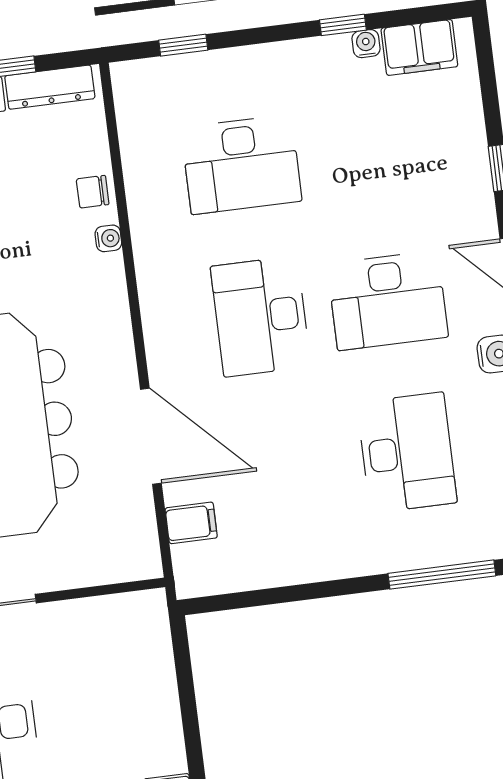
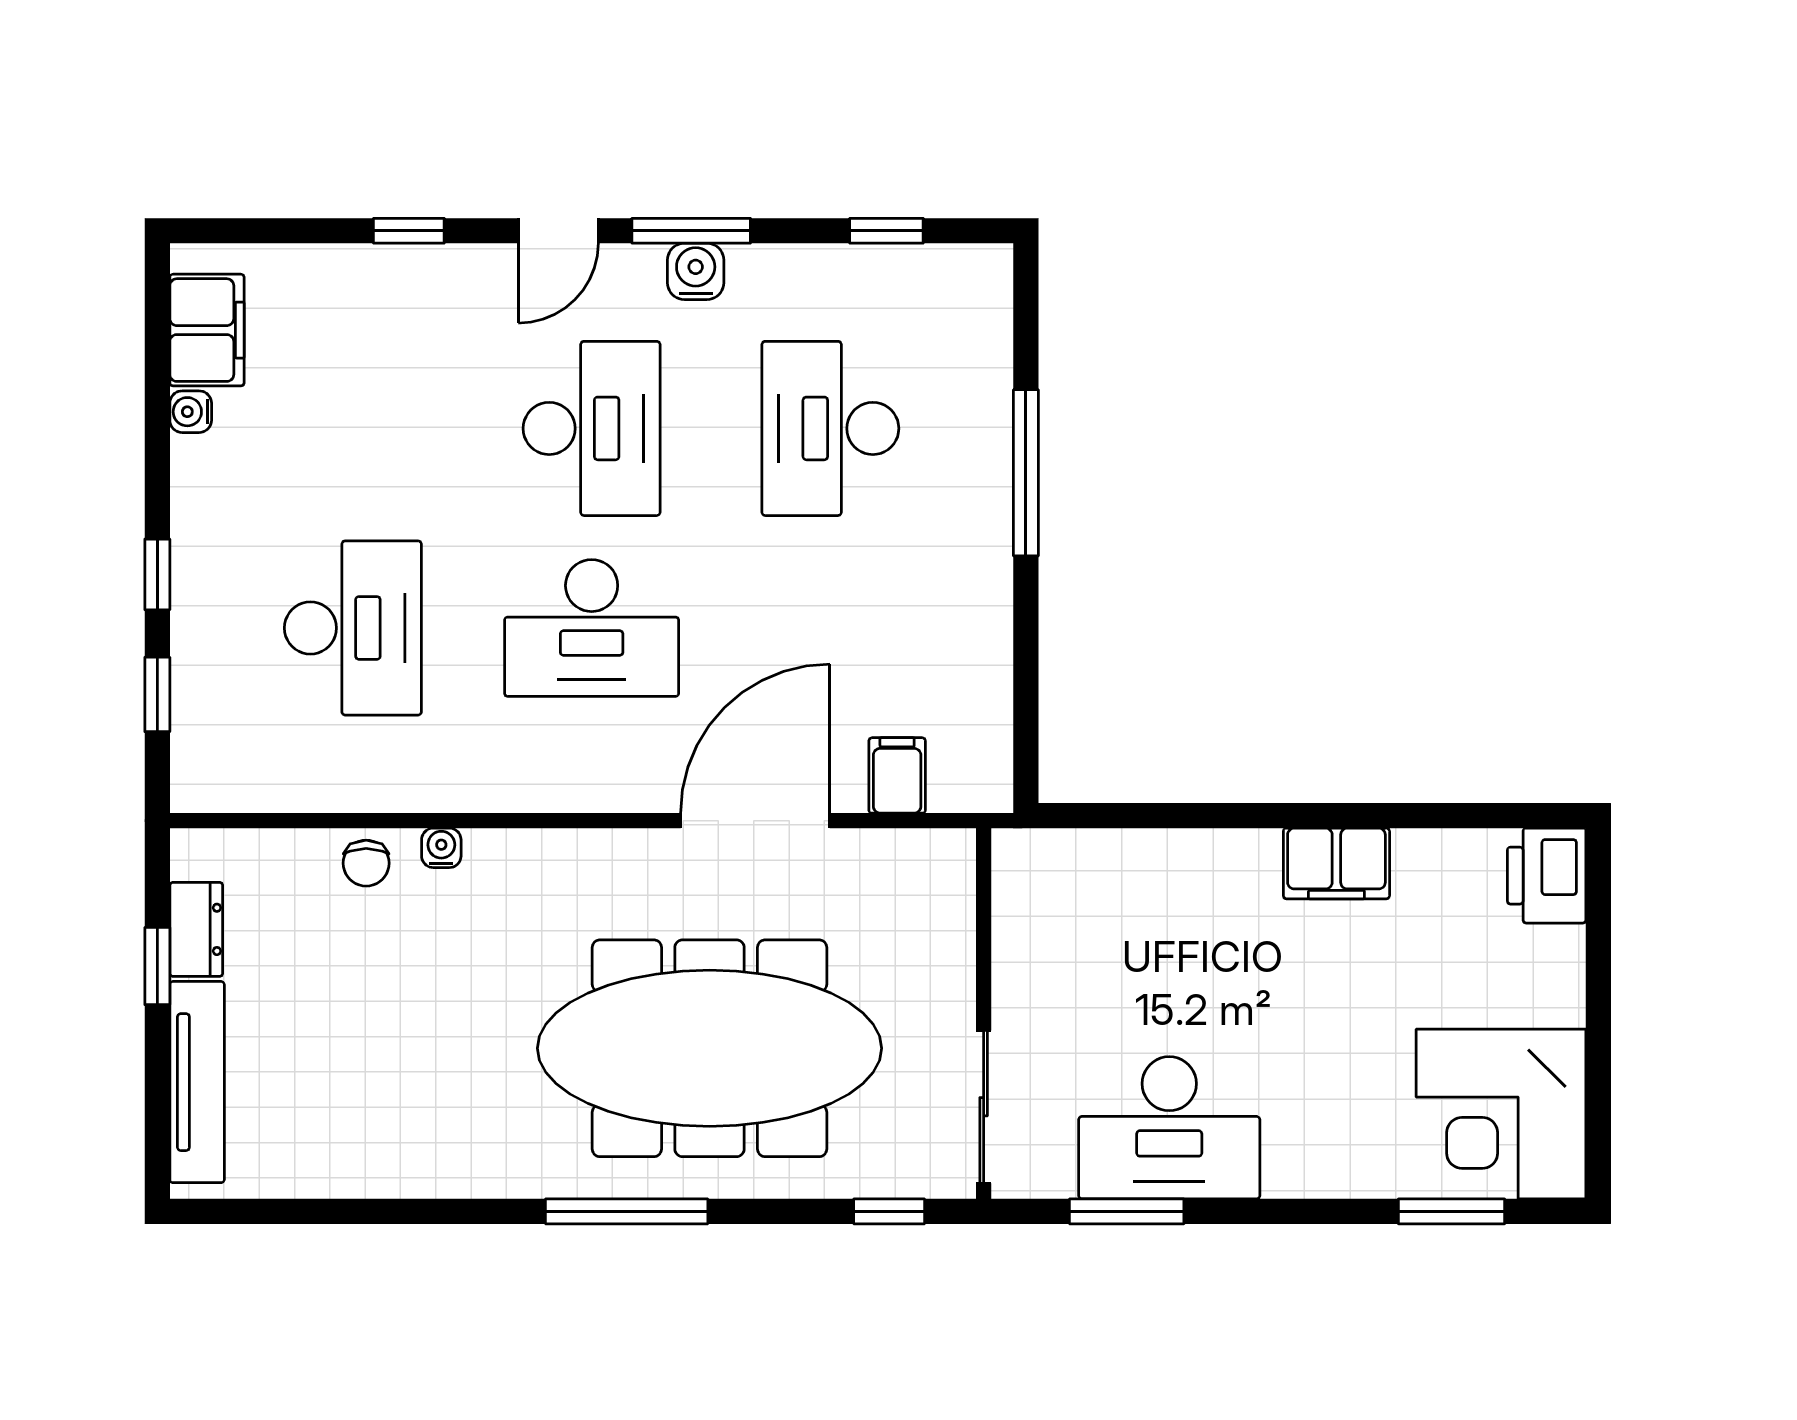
window: (343, 25) -> (157, 574), moved
dresser: (50, 87) -> (196, 929), width x0.70
desk: (407, 452) -> (830, 428), turned -90
window: (442, 575) -> (1026, 473), moved

